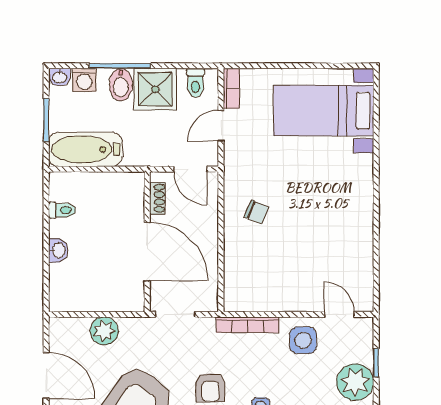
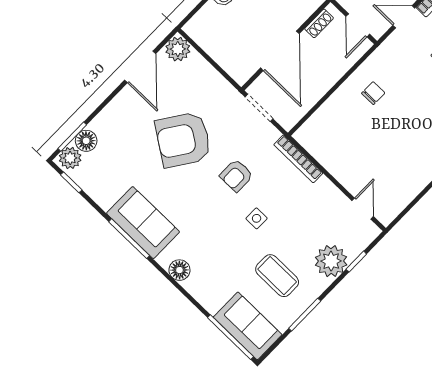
chair: (257, 212) -> (373, 93), turned -112
plant: (104, 331) -> (178, 49), moved
side table: (303, 340) -> (324, 203), removed

